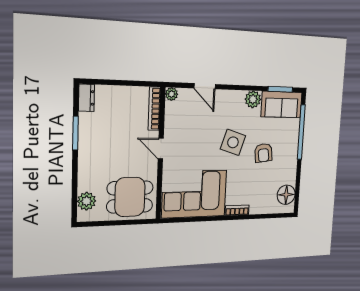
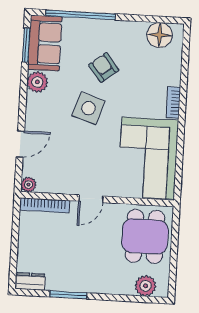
armchair: (263, 153) -> (104, 67), turned -121

